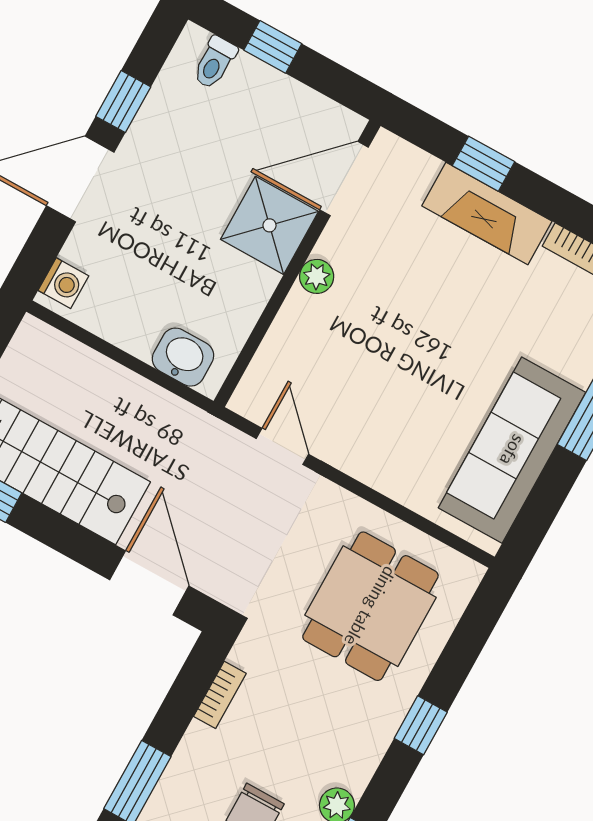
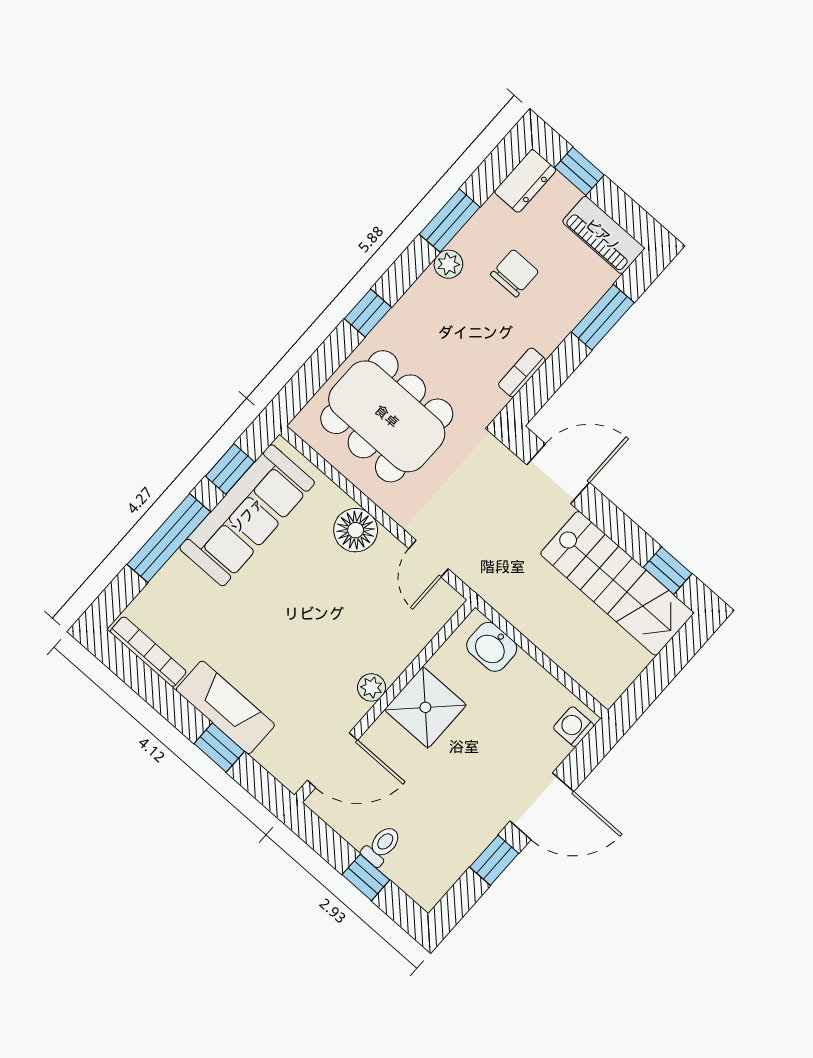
toilet: (215, 63) -> (382, 846), moved
shower: (270, 225) -> (425, 707), moved
floor lamp: (378, 461) -> (356, 530), added
window: (545, 501) -> (230, 469), added
door: (149, 583) -> (558, 474), swing flipped
dining table: (370, 606) -> (387, 416), width x1.38

